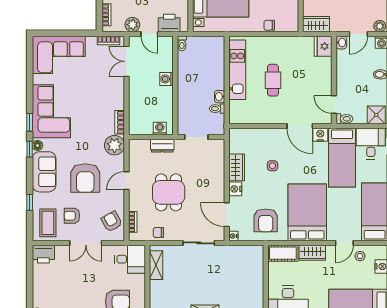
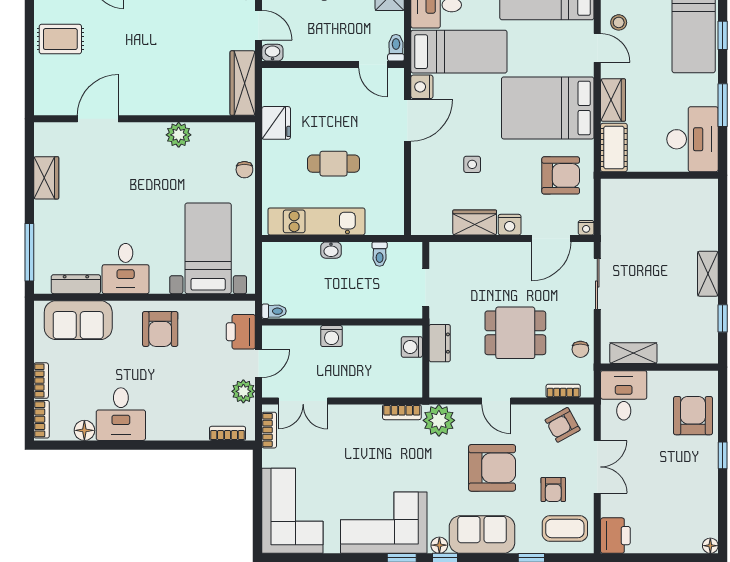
wardrobe: (316, 24) -> (243, 83), width x1.50
fridge: (323, 46) -> (276, 123), moved, turned -90
washbasin: (220, 97) -> (331, 250), moved
door: (334, 105) -> (373, 65), hinge flipped

